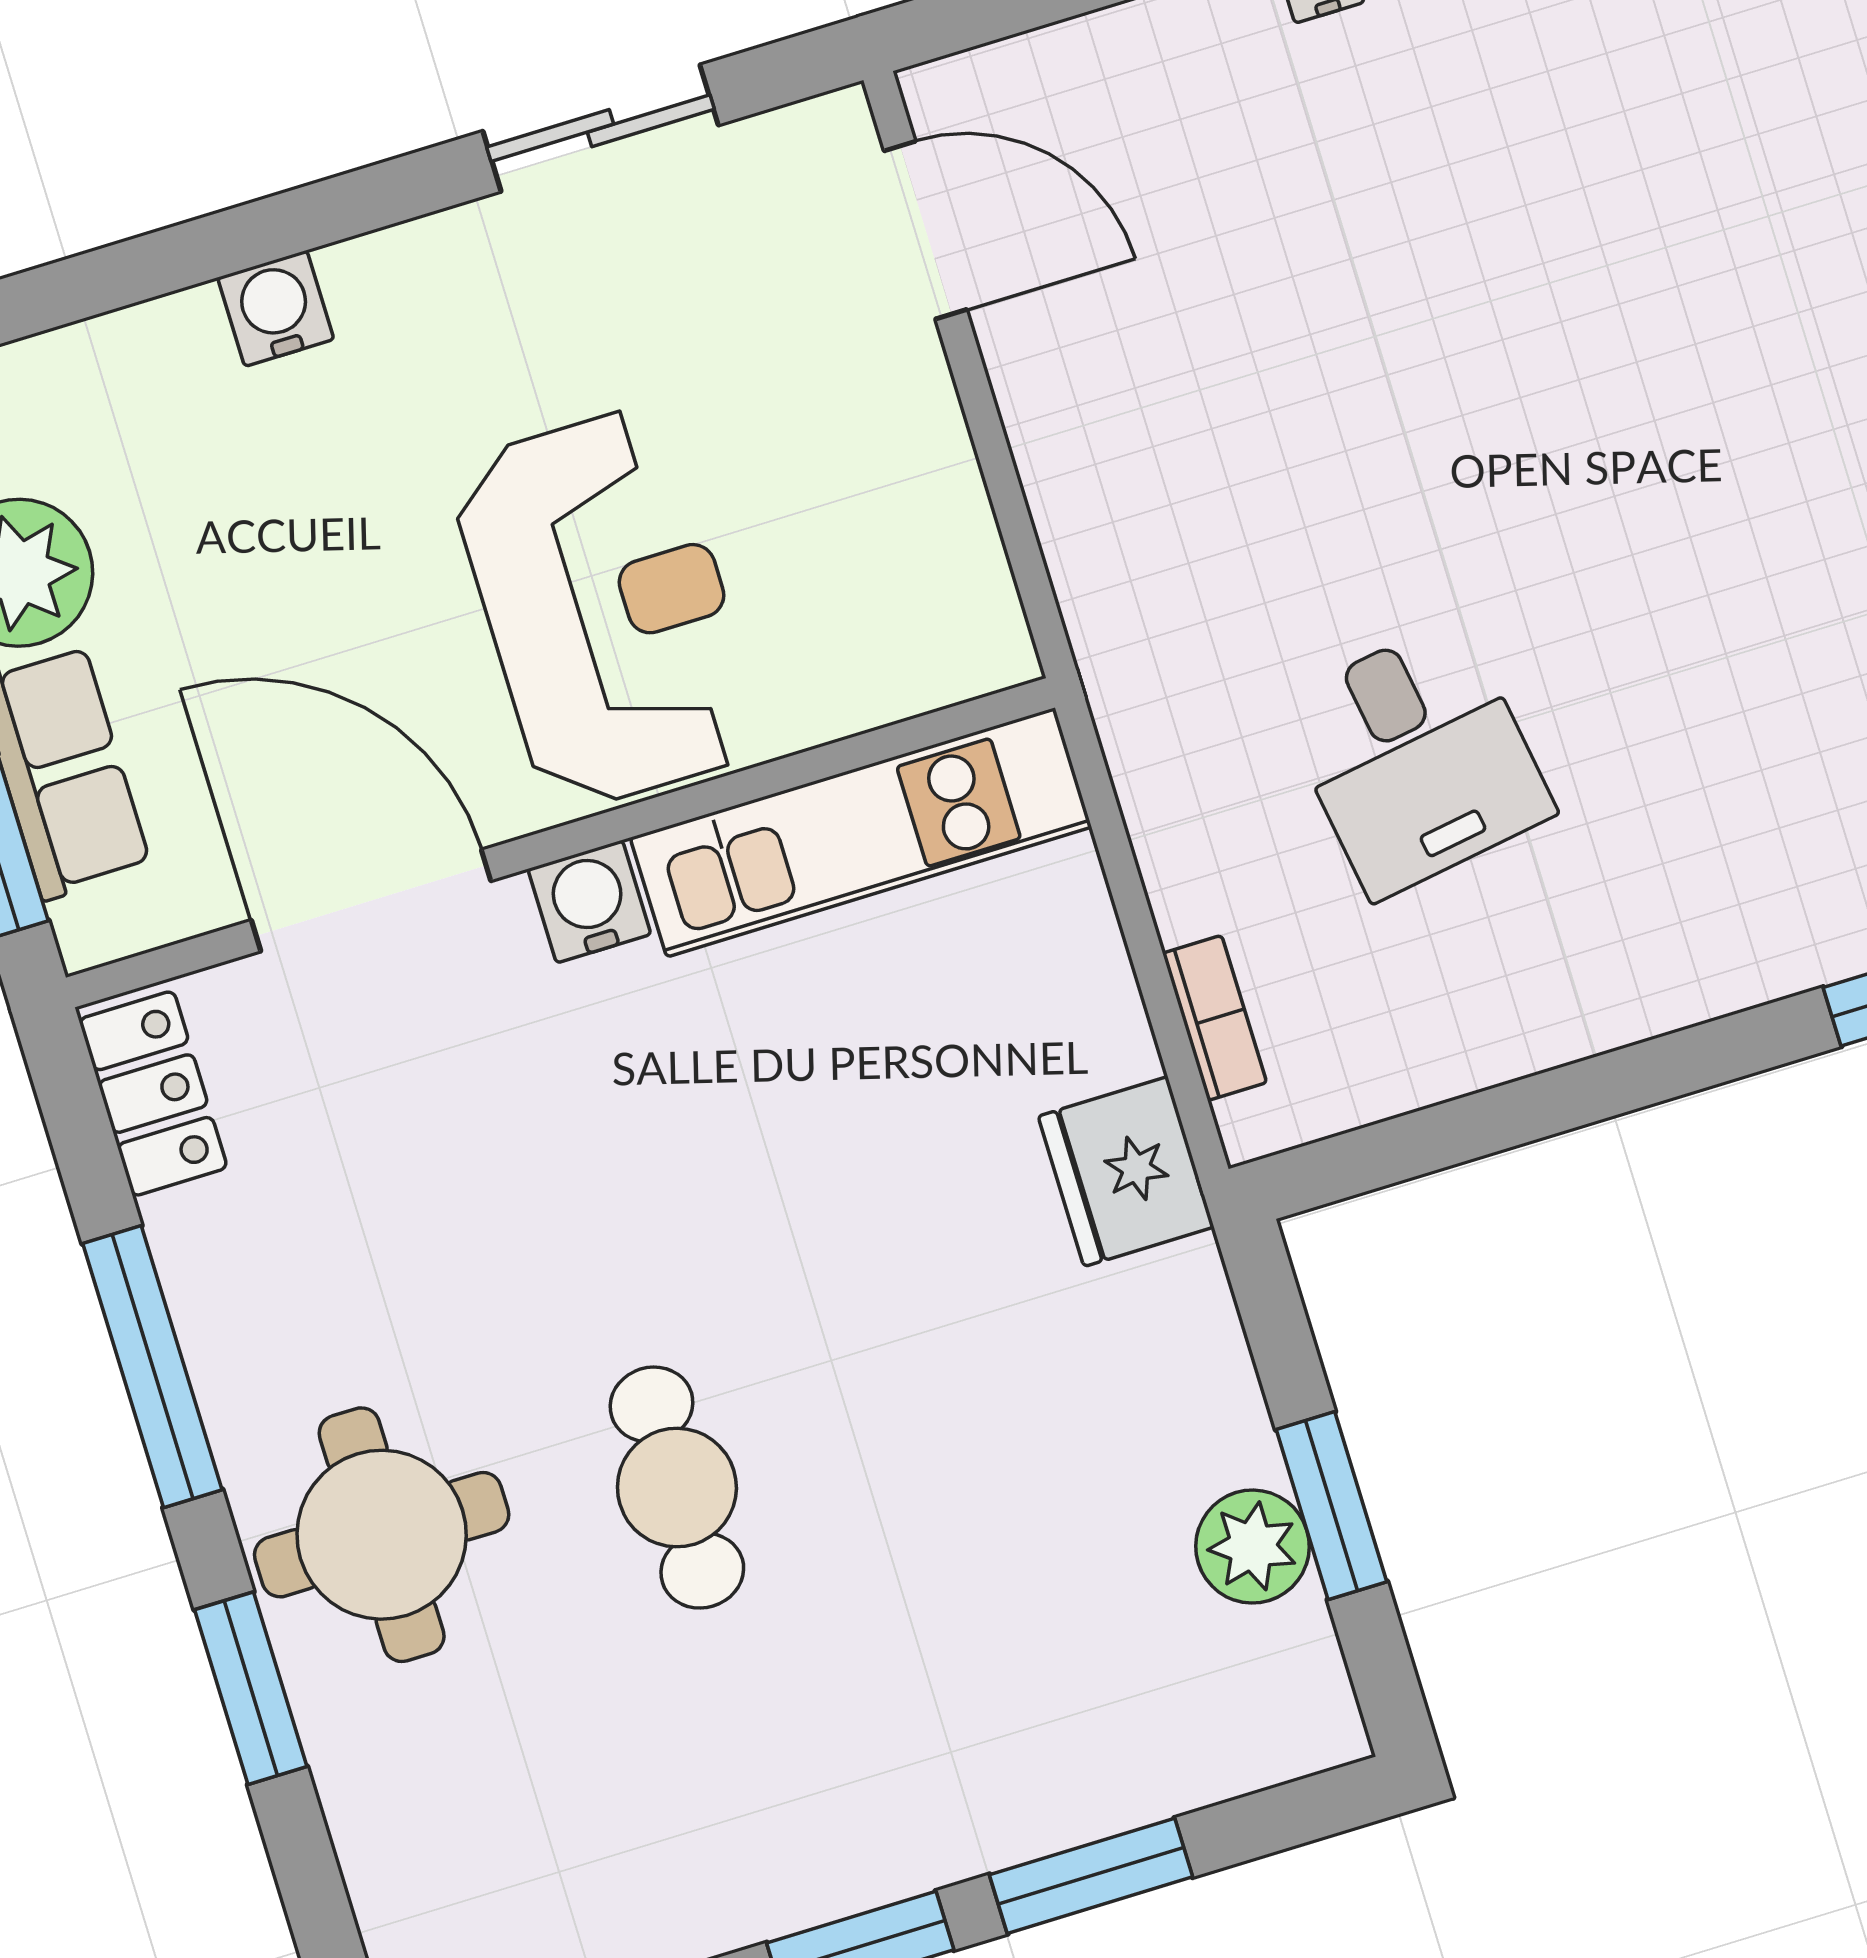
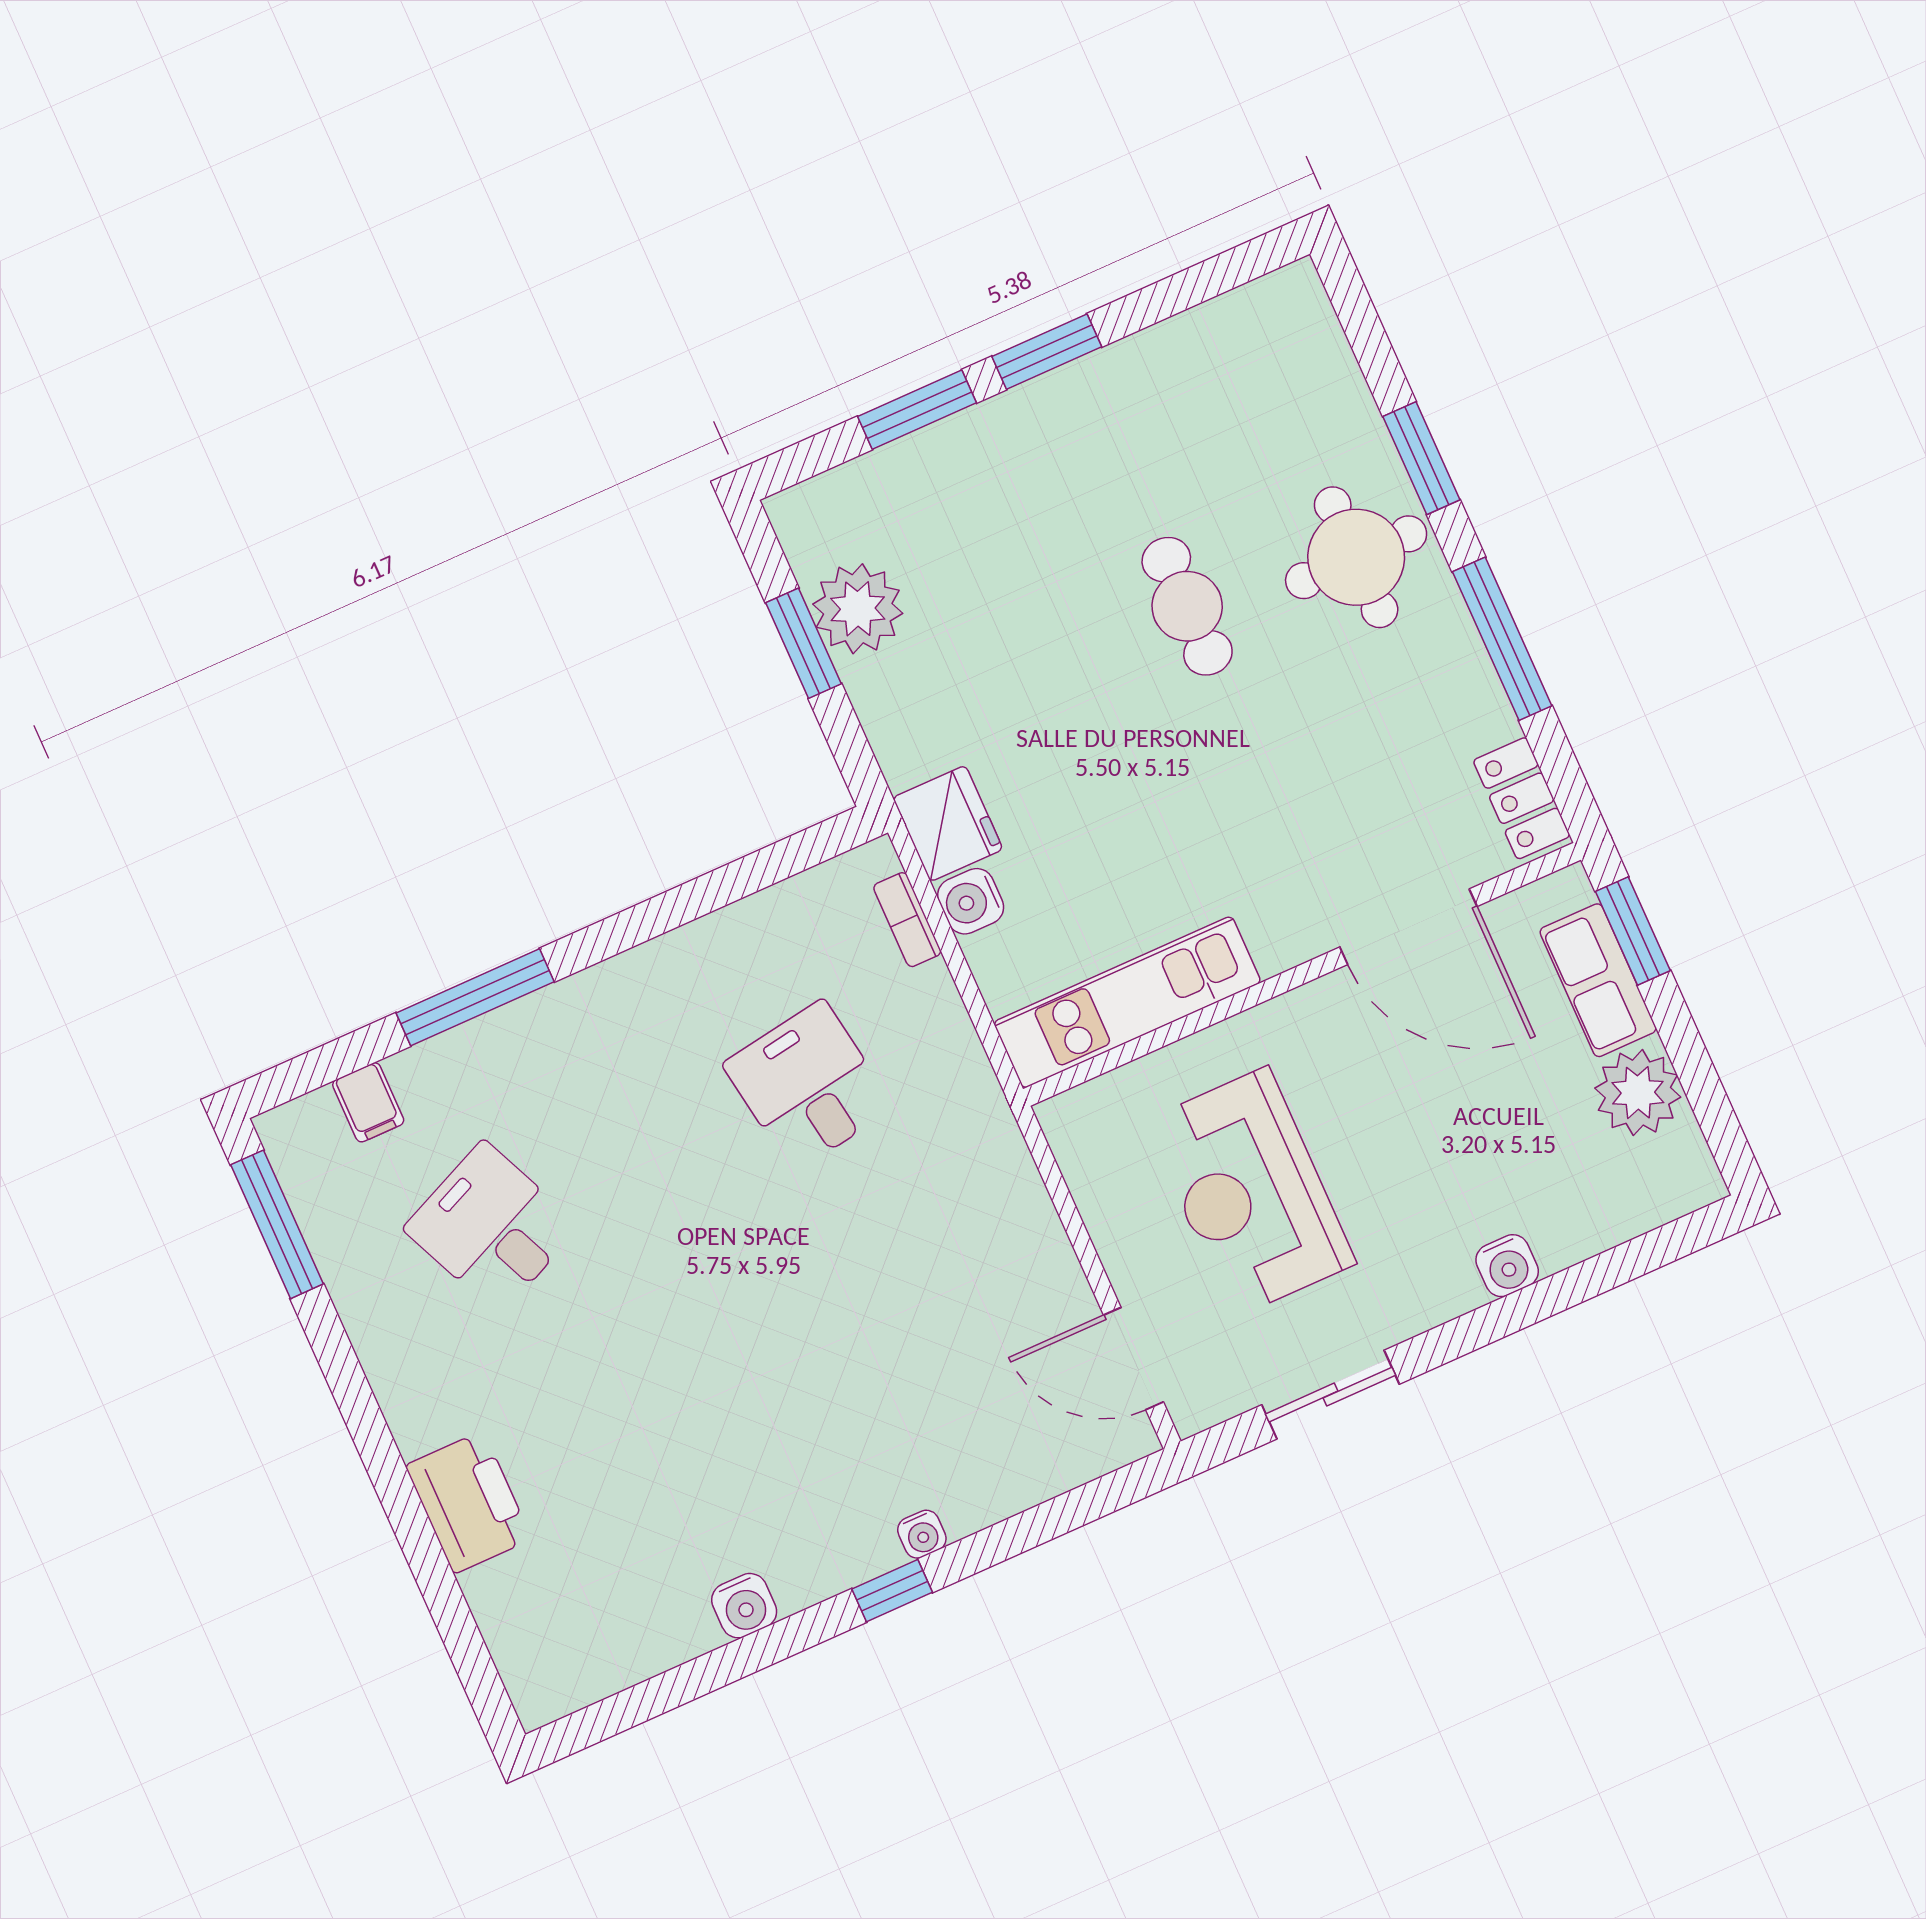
reception desk: (607, 608) -> (1250, 1192), moved
water cooler: (589, 902) -> (971, 901), moved, turned 90
plant: (1253, 1547) -> (858, 609), width x1.36, depth x1.36

